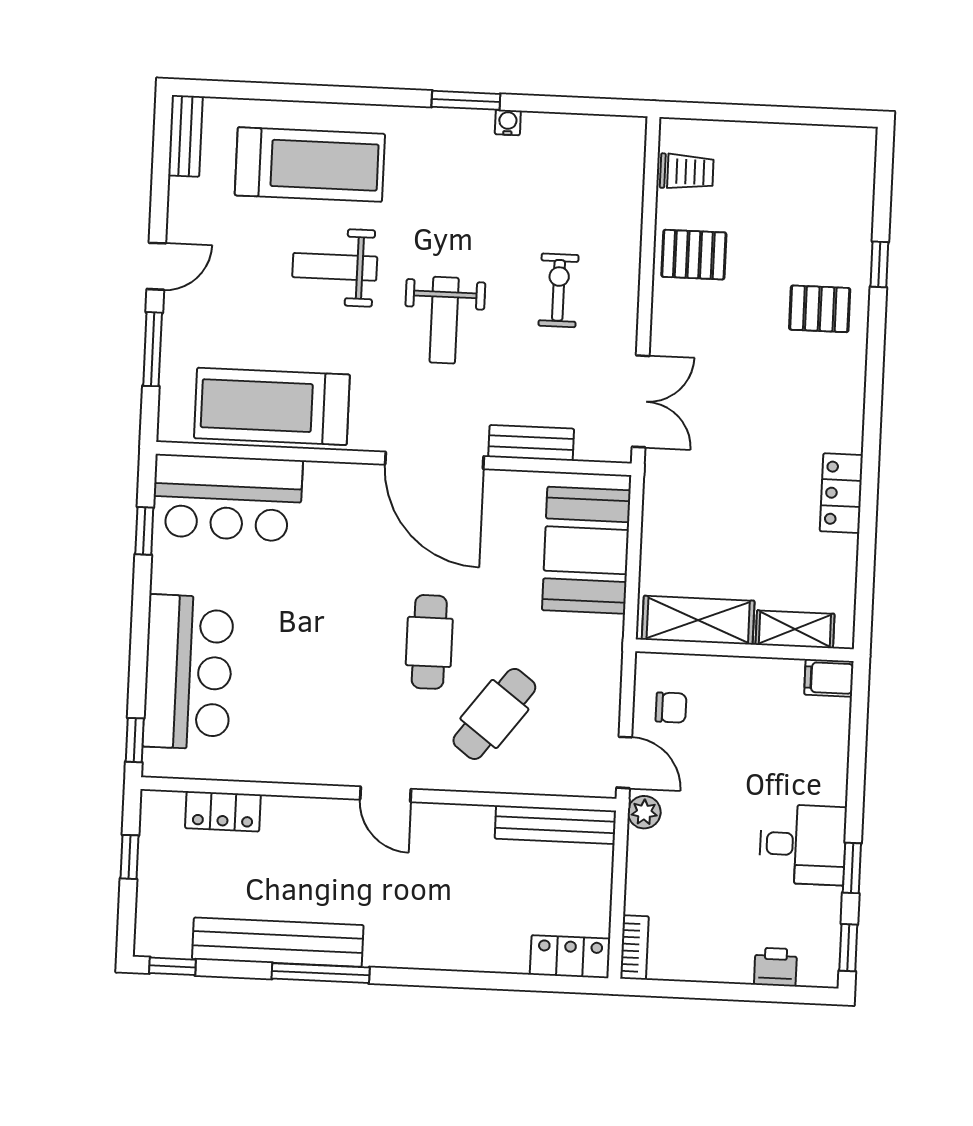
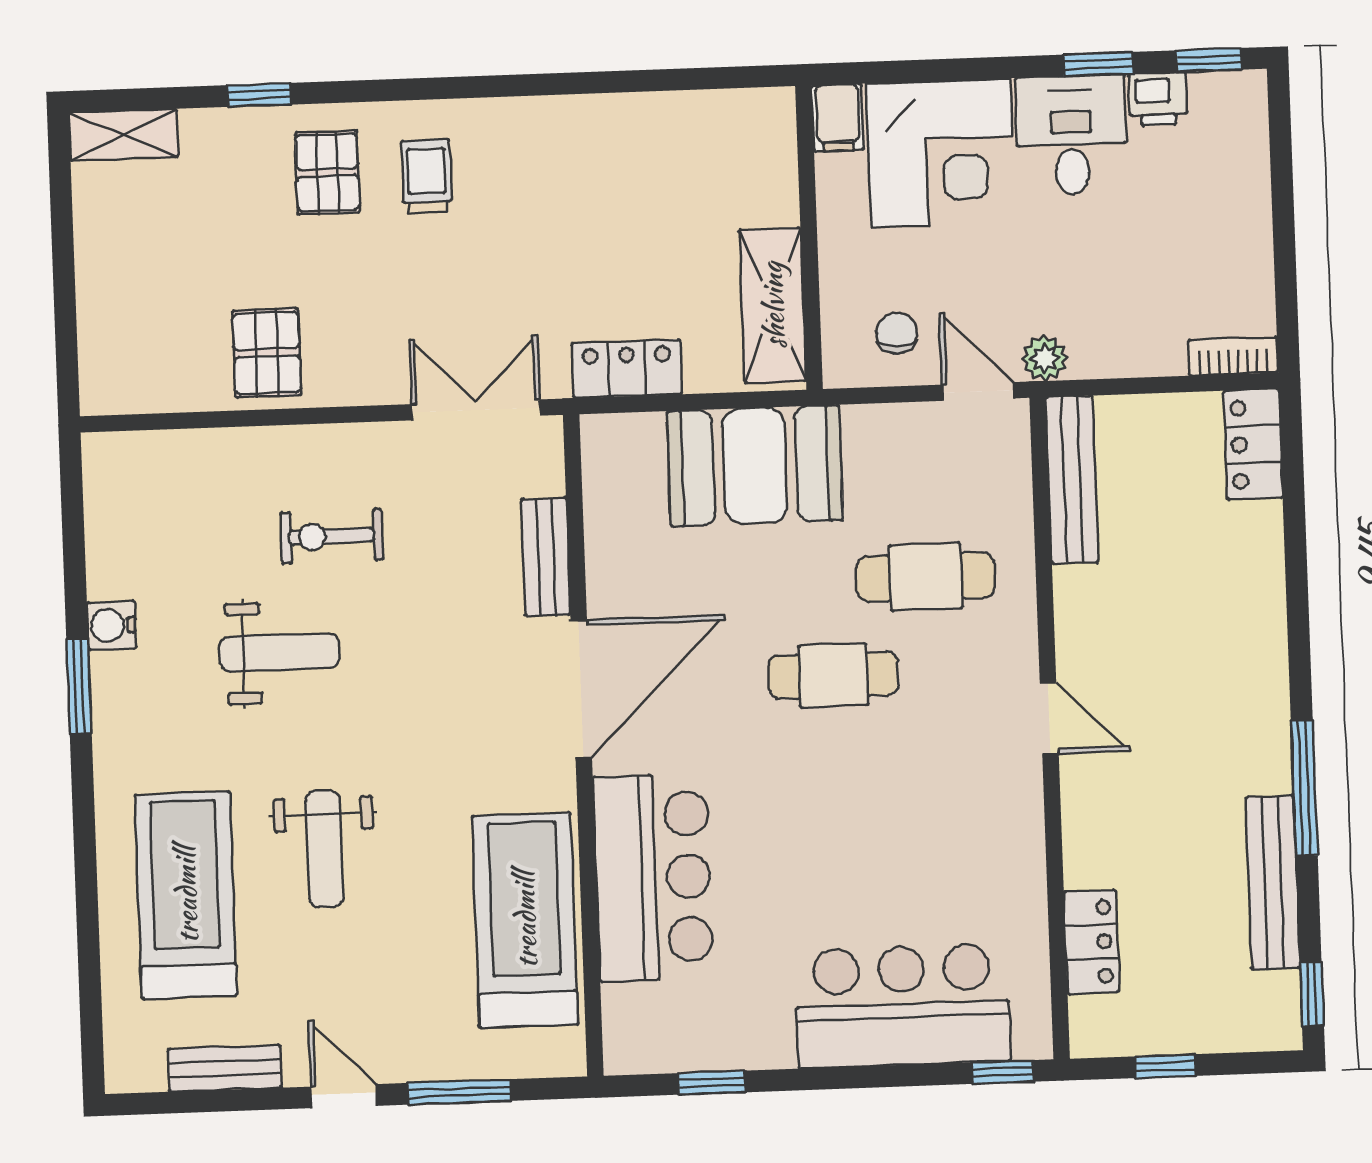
water cooler: (508, 122) -> (111, 625), width x1.38, depth x1.38
bench: (185, 136) -> (225, 1068), moved
trolley: (687, 172) -> (427, 176), moved
weight bench: (444, 320) -> (280, 652), moved
treadmill: (272, 406) -> (525, 920), turned 180
locker: (841, 493) -> (627, 369), moved, turned 180
bar counter: (227, 498) -> (653, 878), moved
booth: (586, 550) -> (755, 466), moved
shelving: (795, 629) -> (123, 135), moved, turned 90
cafe table: (494, 714) -> (926, 577), turned -37
corner desk: (797, 750) -> (941, 153), added
door: (624, 762) -> (978, 392), hinge flipped
door: (386, 794) -> (1049, 718), hinge flipped
bench: (278, 942) -> (1273, 882), width x0.73, depth x0.82
printer: (775, 967) -> (1158, 99), moved, turned -90

